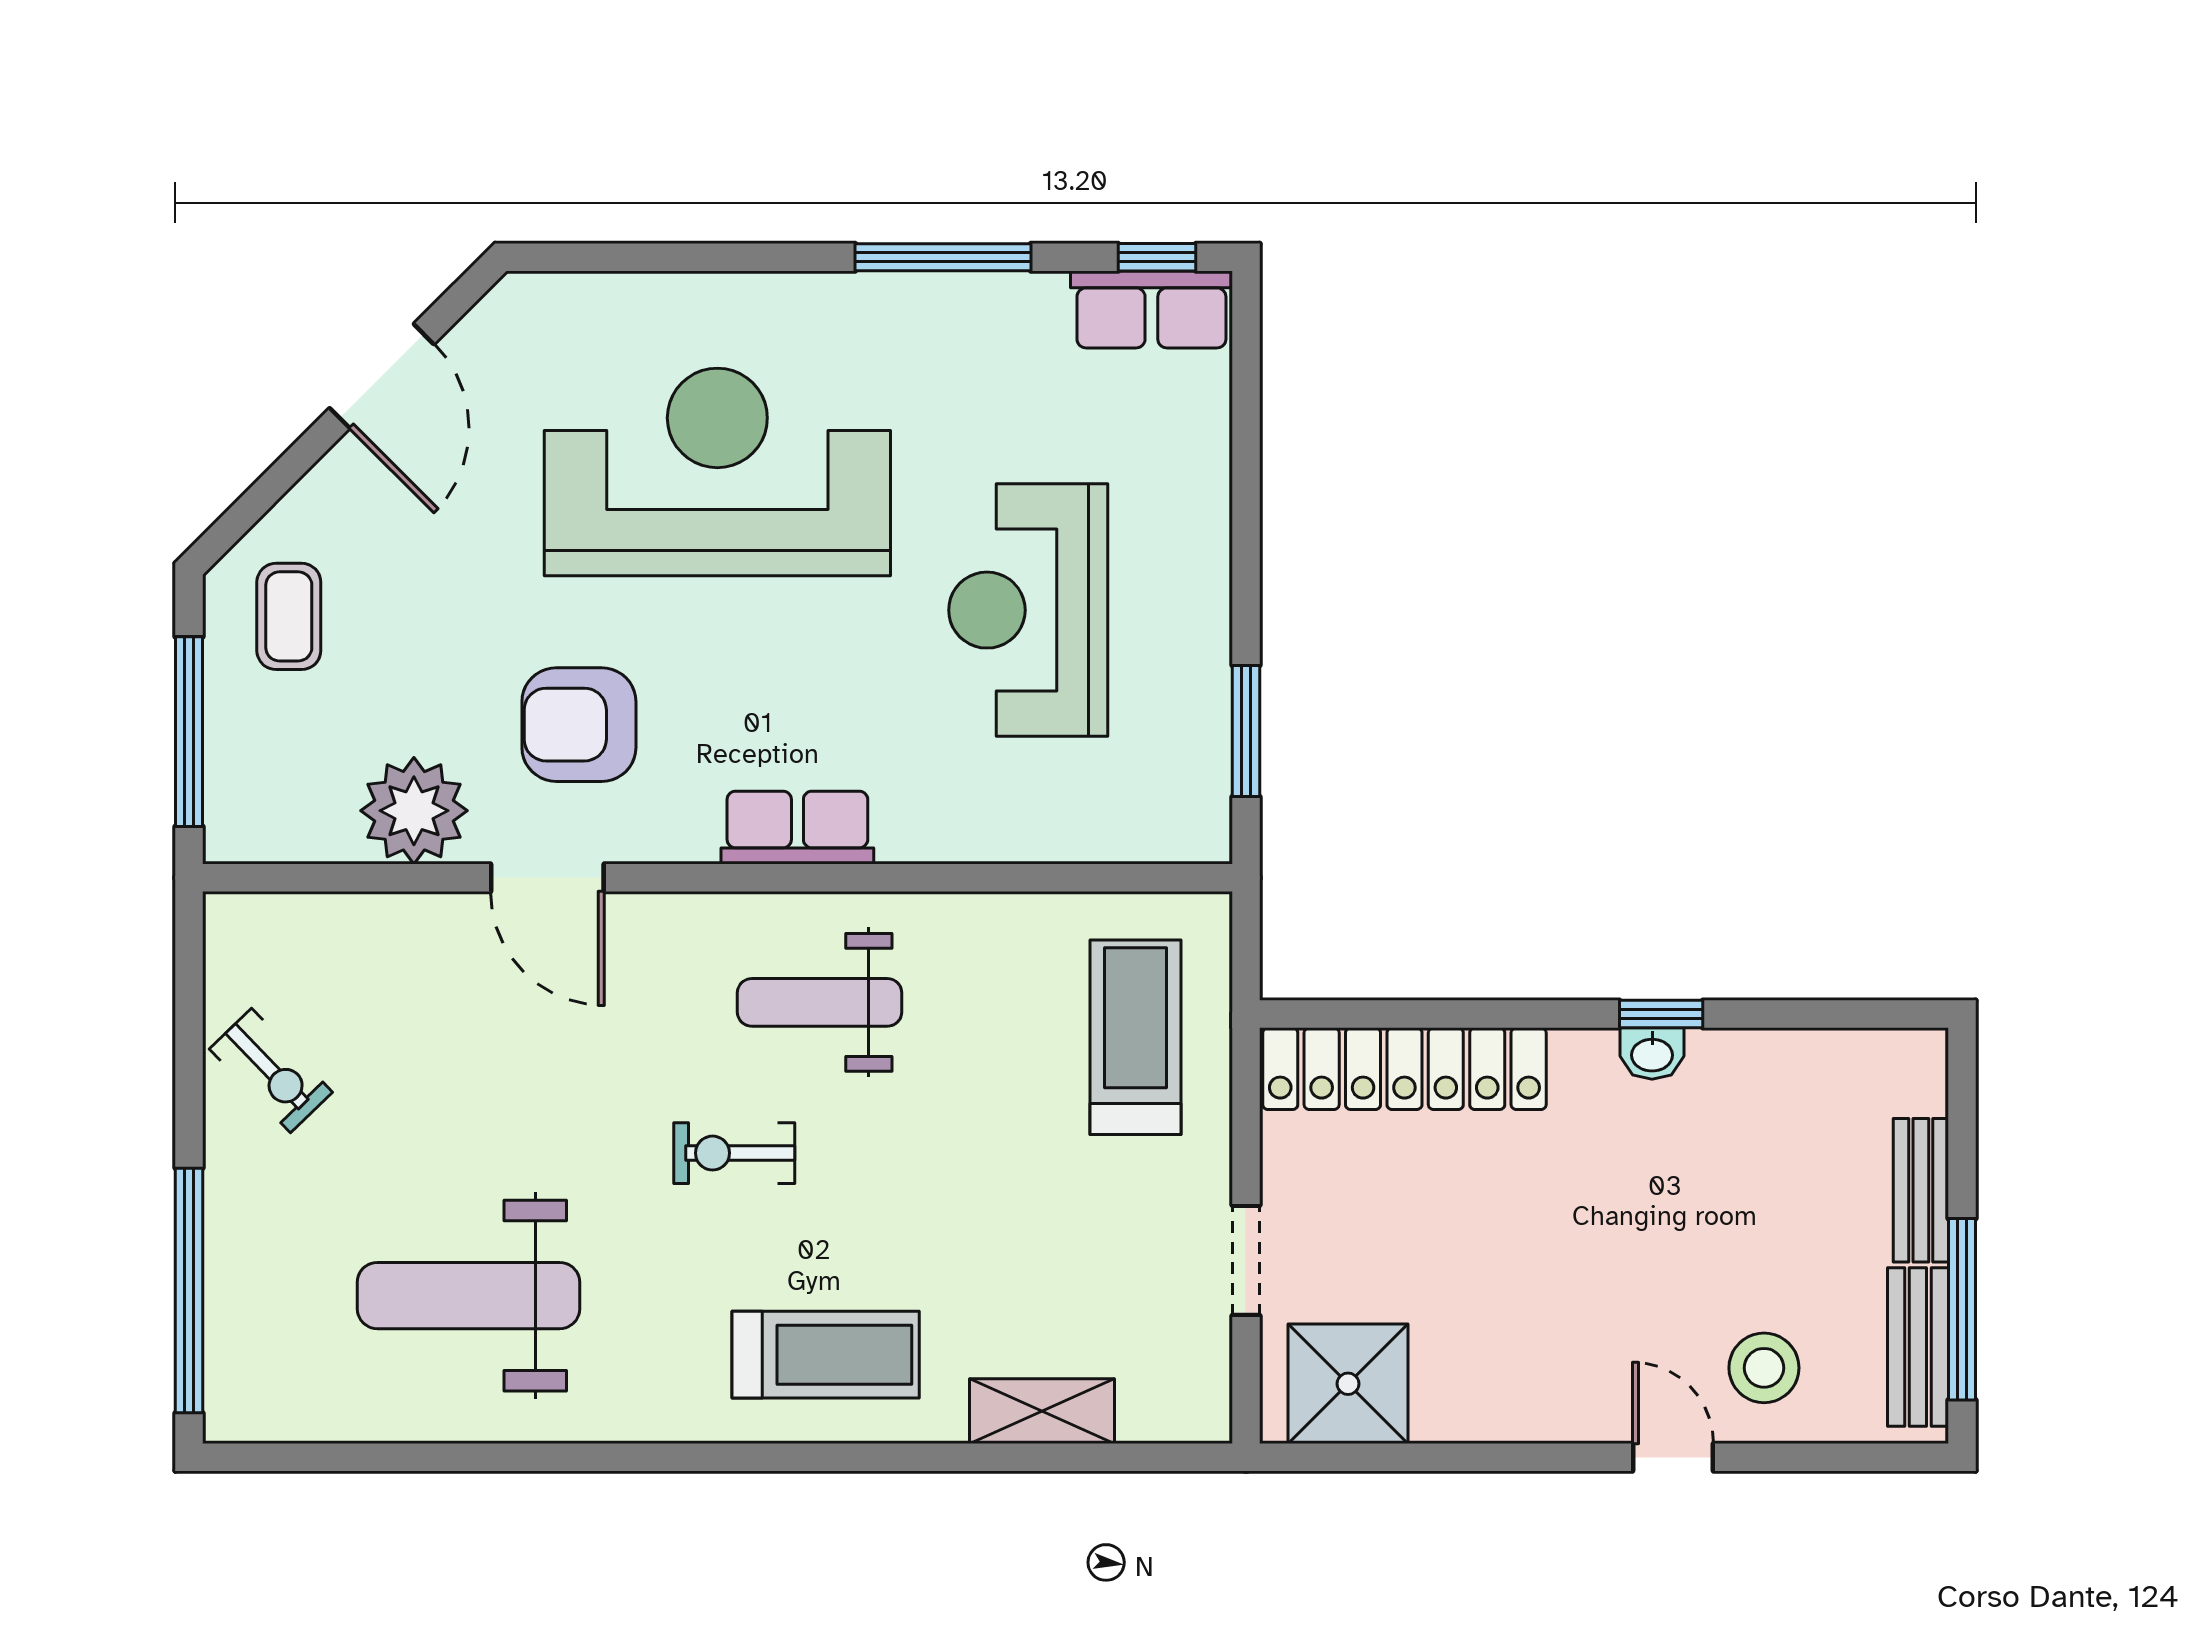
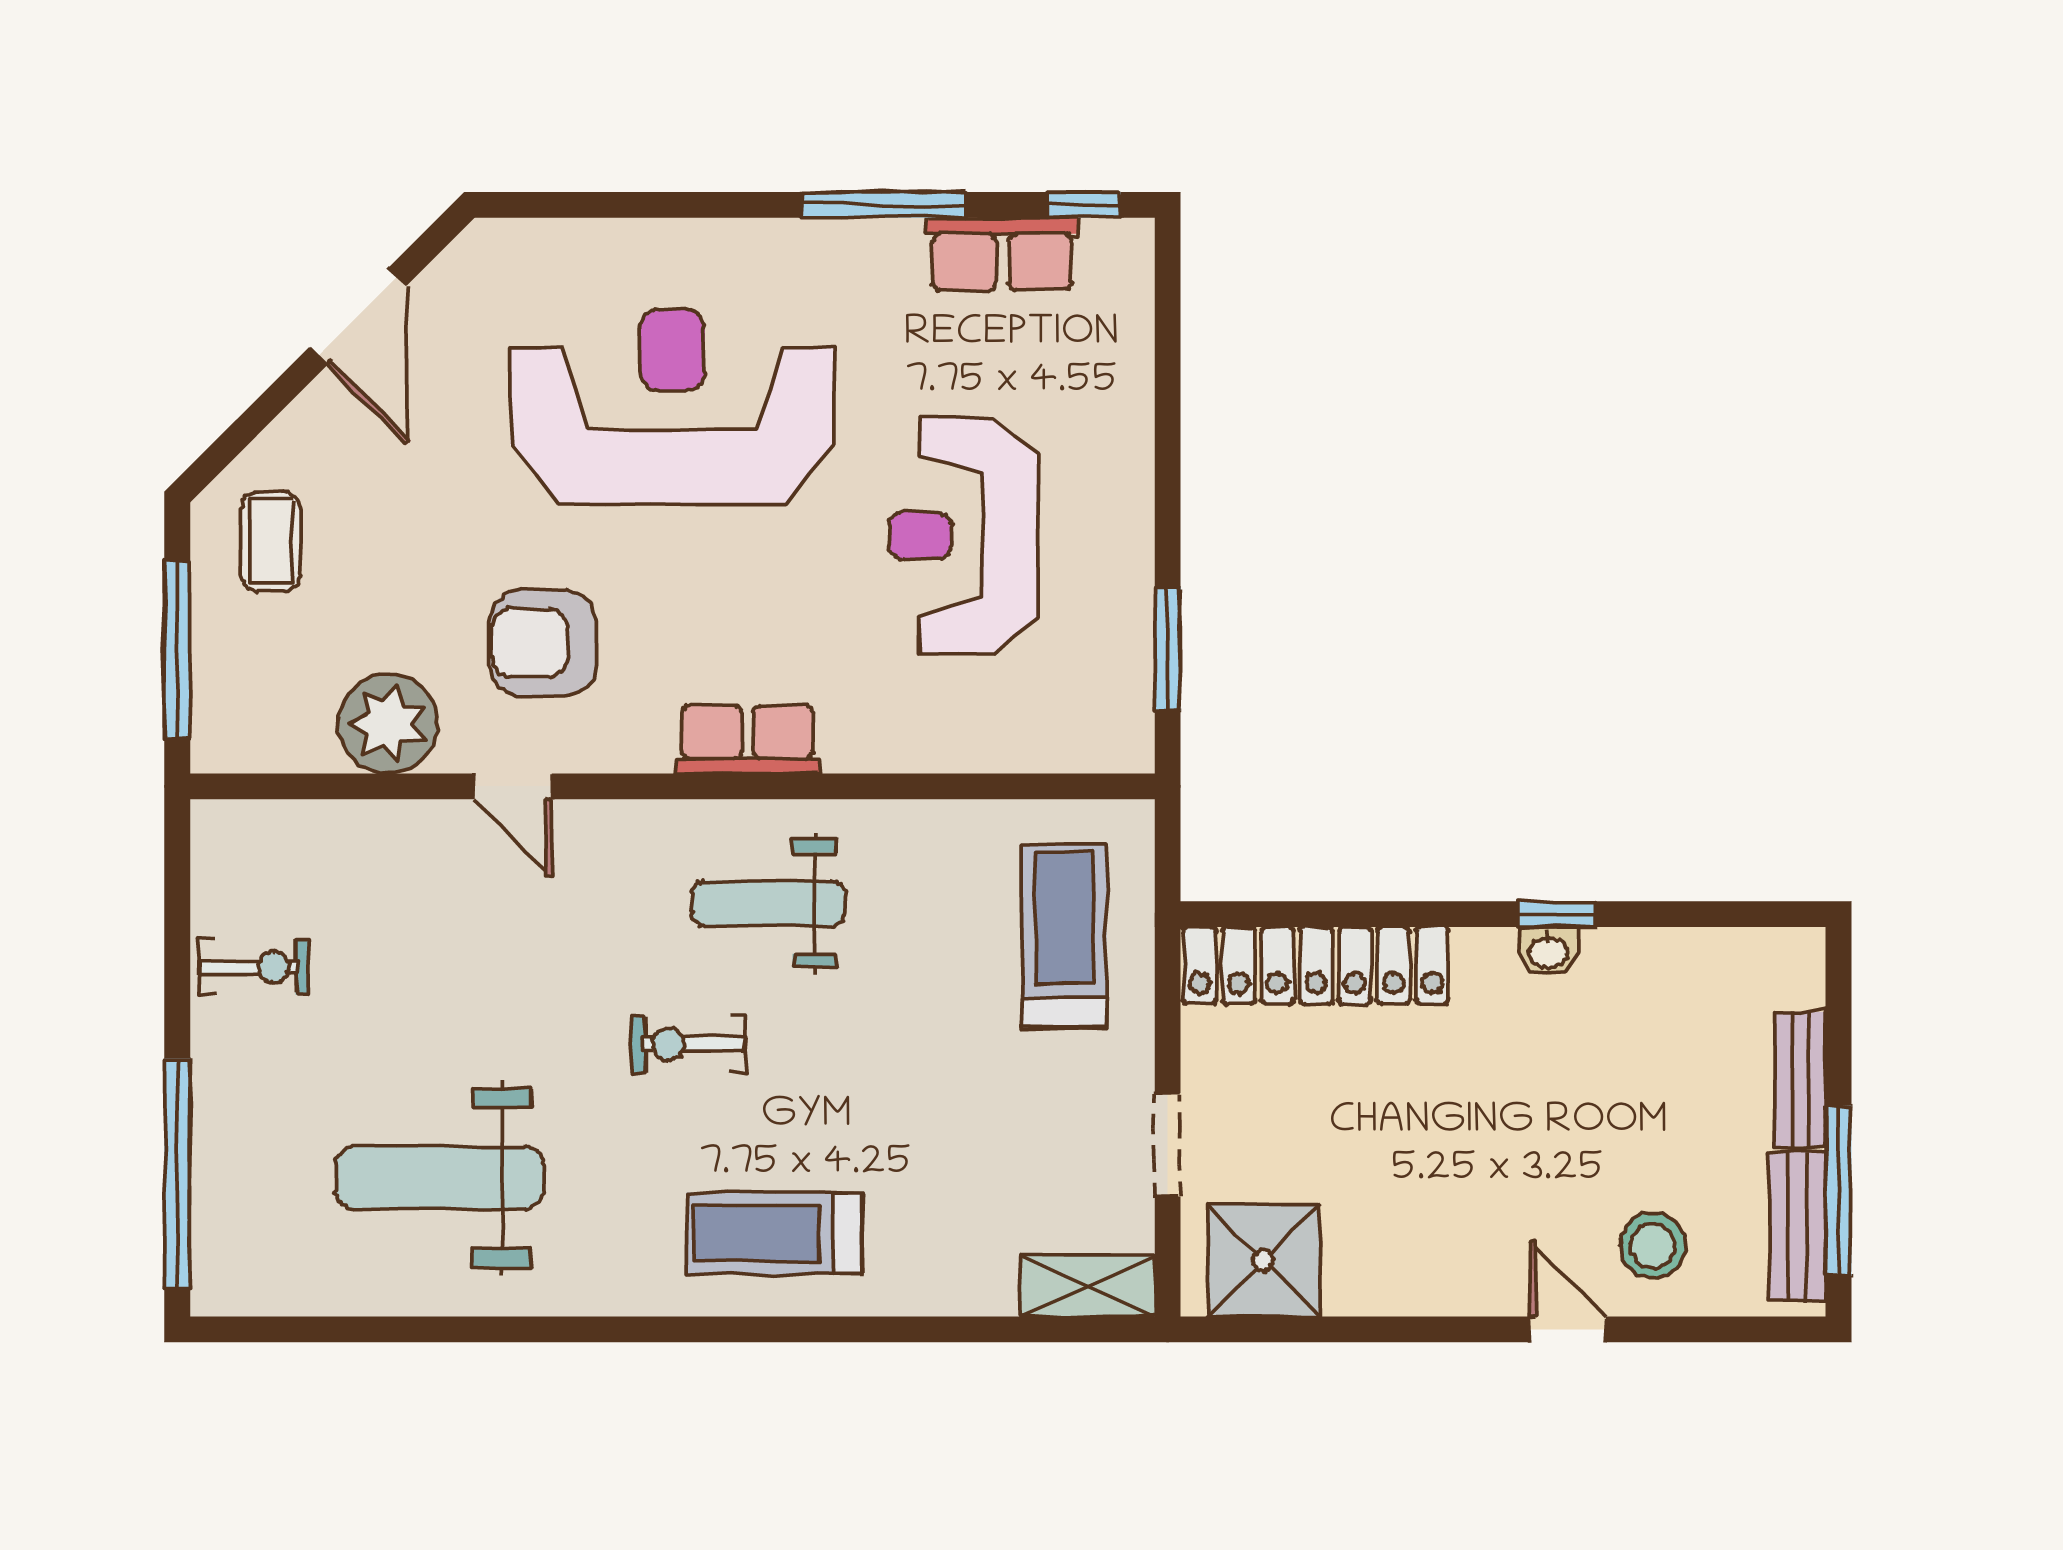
row of seats: (1151, 309) -> (1002, 254), moved
door: (547, 878) -> (513, 786), width x0.73
exercise bike: (271, 1071) -> (254, 967), turned -46
treadmill: (826, 1355) -> (774, 1233), turned 180
shelving: (1042, 1411) -> (1087, 1286), moved

